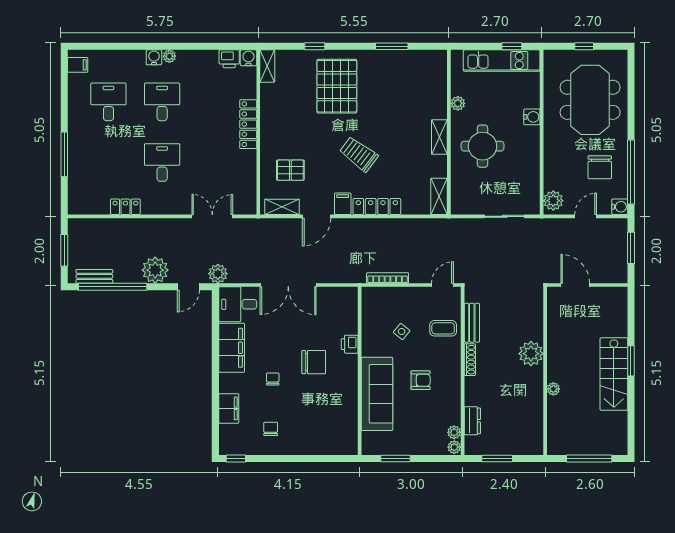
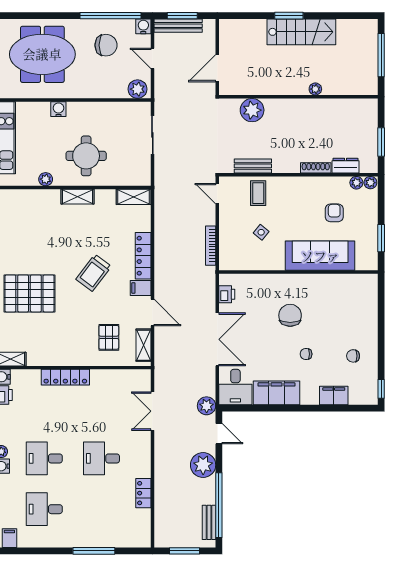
bench: (620, 243) -> (178, 26), added
printer: (350, 344) -> (227, 294), moved, turned -90
plant: (531, 354) -> (252, 110), moved
shoe rack: (470, 360) -> (316, 168), moved
armchair: (421, 380) -> (334, 213), moved

